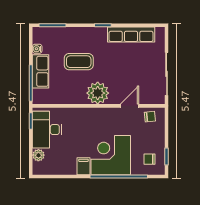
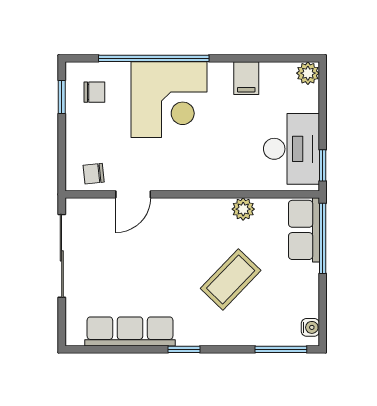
water cooler: (37, 49) -> (310, 327), moved
coffee table: (79, 62) -> (231, 279), turned -46
row of seats: (41, 71) -> (304, 230), moved
plant: (98, 93) -> (243, 209), moved, width x0.53, depth x0.53
plant: (38, 155) -> (308, 73), moved
filing cabinet: (83, 166) -> (246, 78), moved

